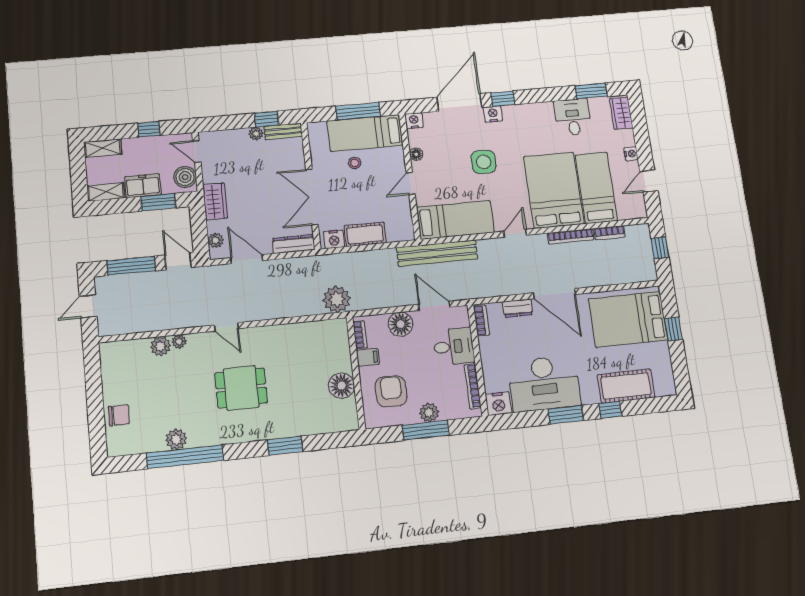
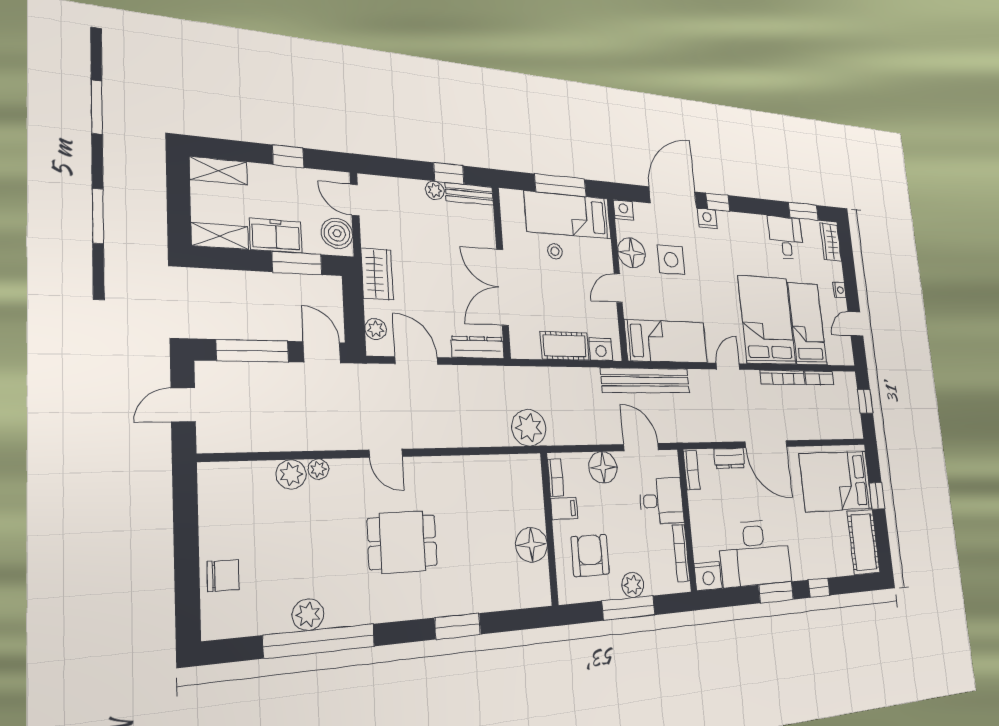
floor lamp: (416, 154) -> (631, 253), width x1.89, depth x1.89
side table: (484, 162) -> (671, 260), moved
nightstand: (334, 239) -> (601, 349), moved
cot: (626, 386) -> (864, 542), moved, turned 90

